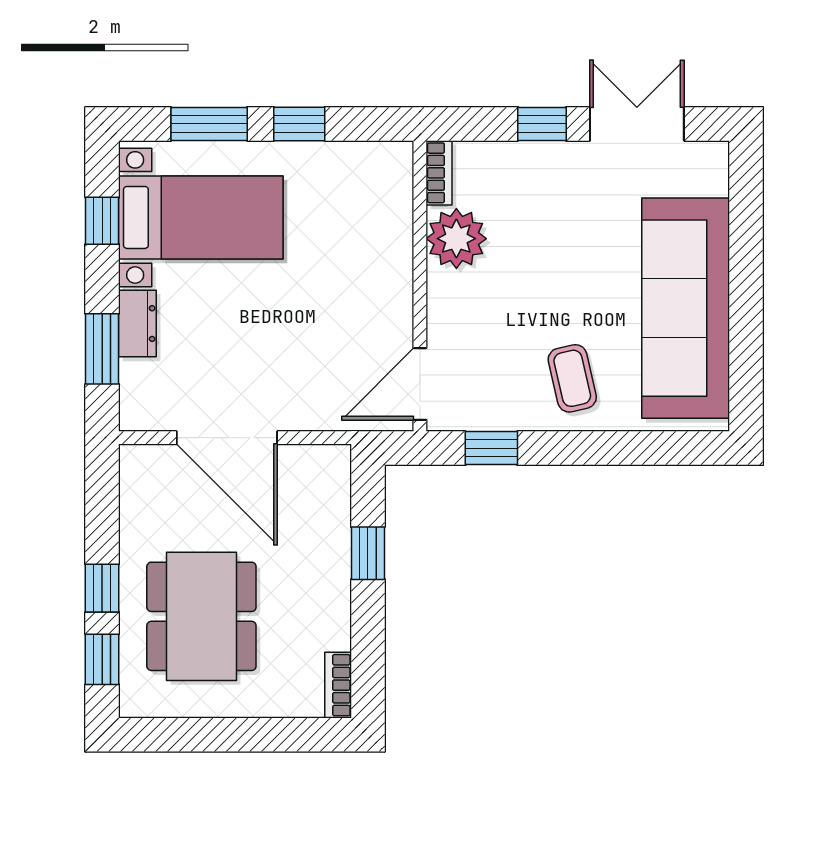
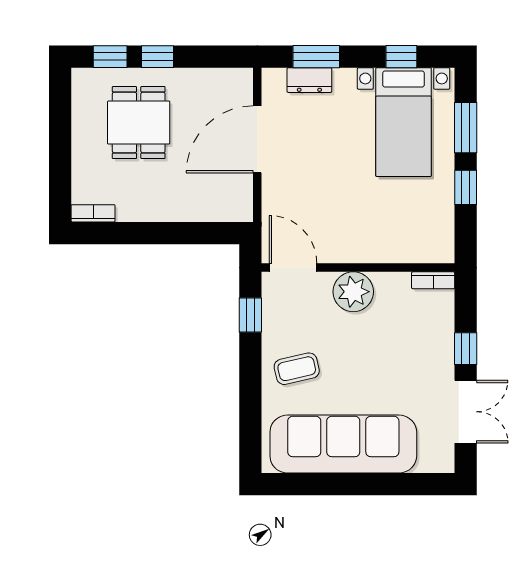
plant: (456, 239) -> (353, 292), moved
dresser: (137, 324) -> (309, 80), moved
window: (368, 553) -> (181, 233), removed
dining table: (201, 616) -> (139, 123), width x0.73

